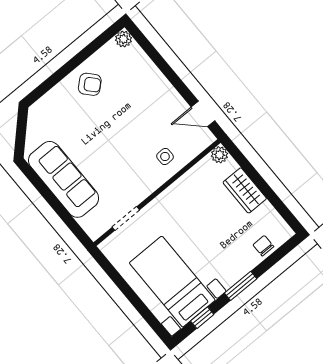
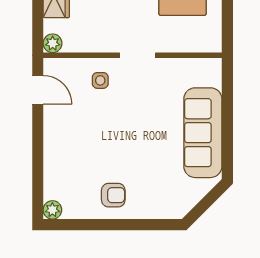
armchair: (90, 84) -> (113, 195), turned 132
doorway: (126, 219) -> (137, 55), moved

